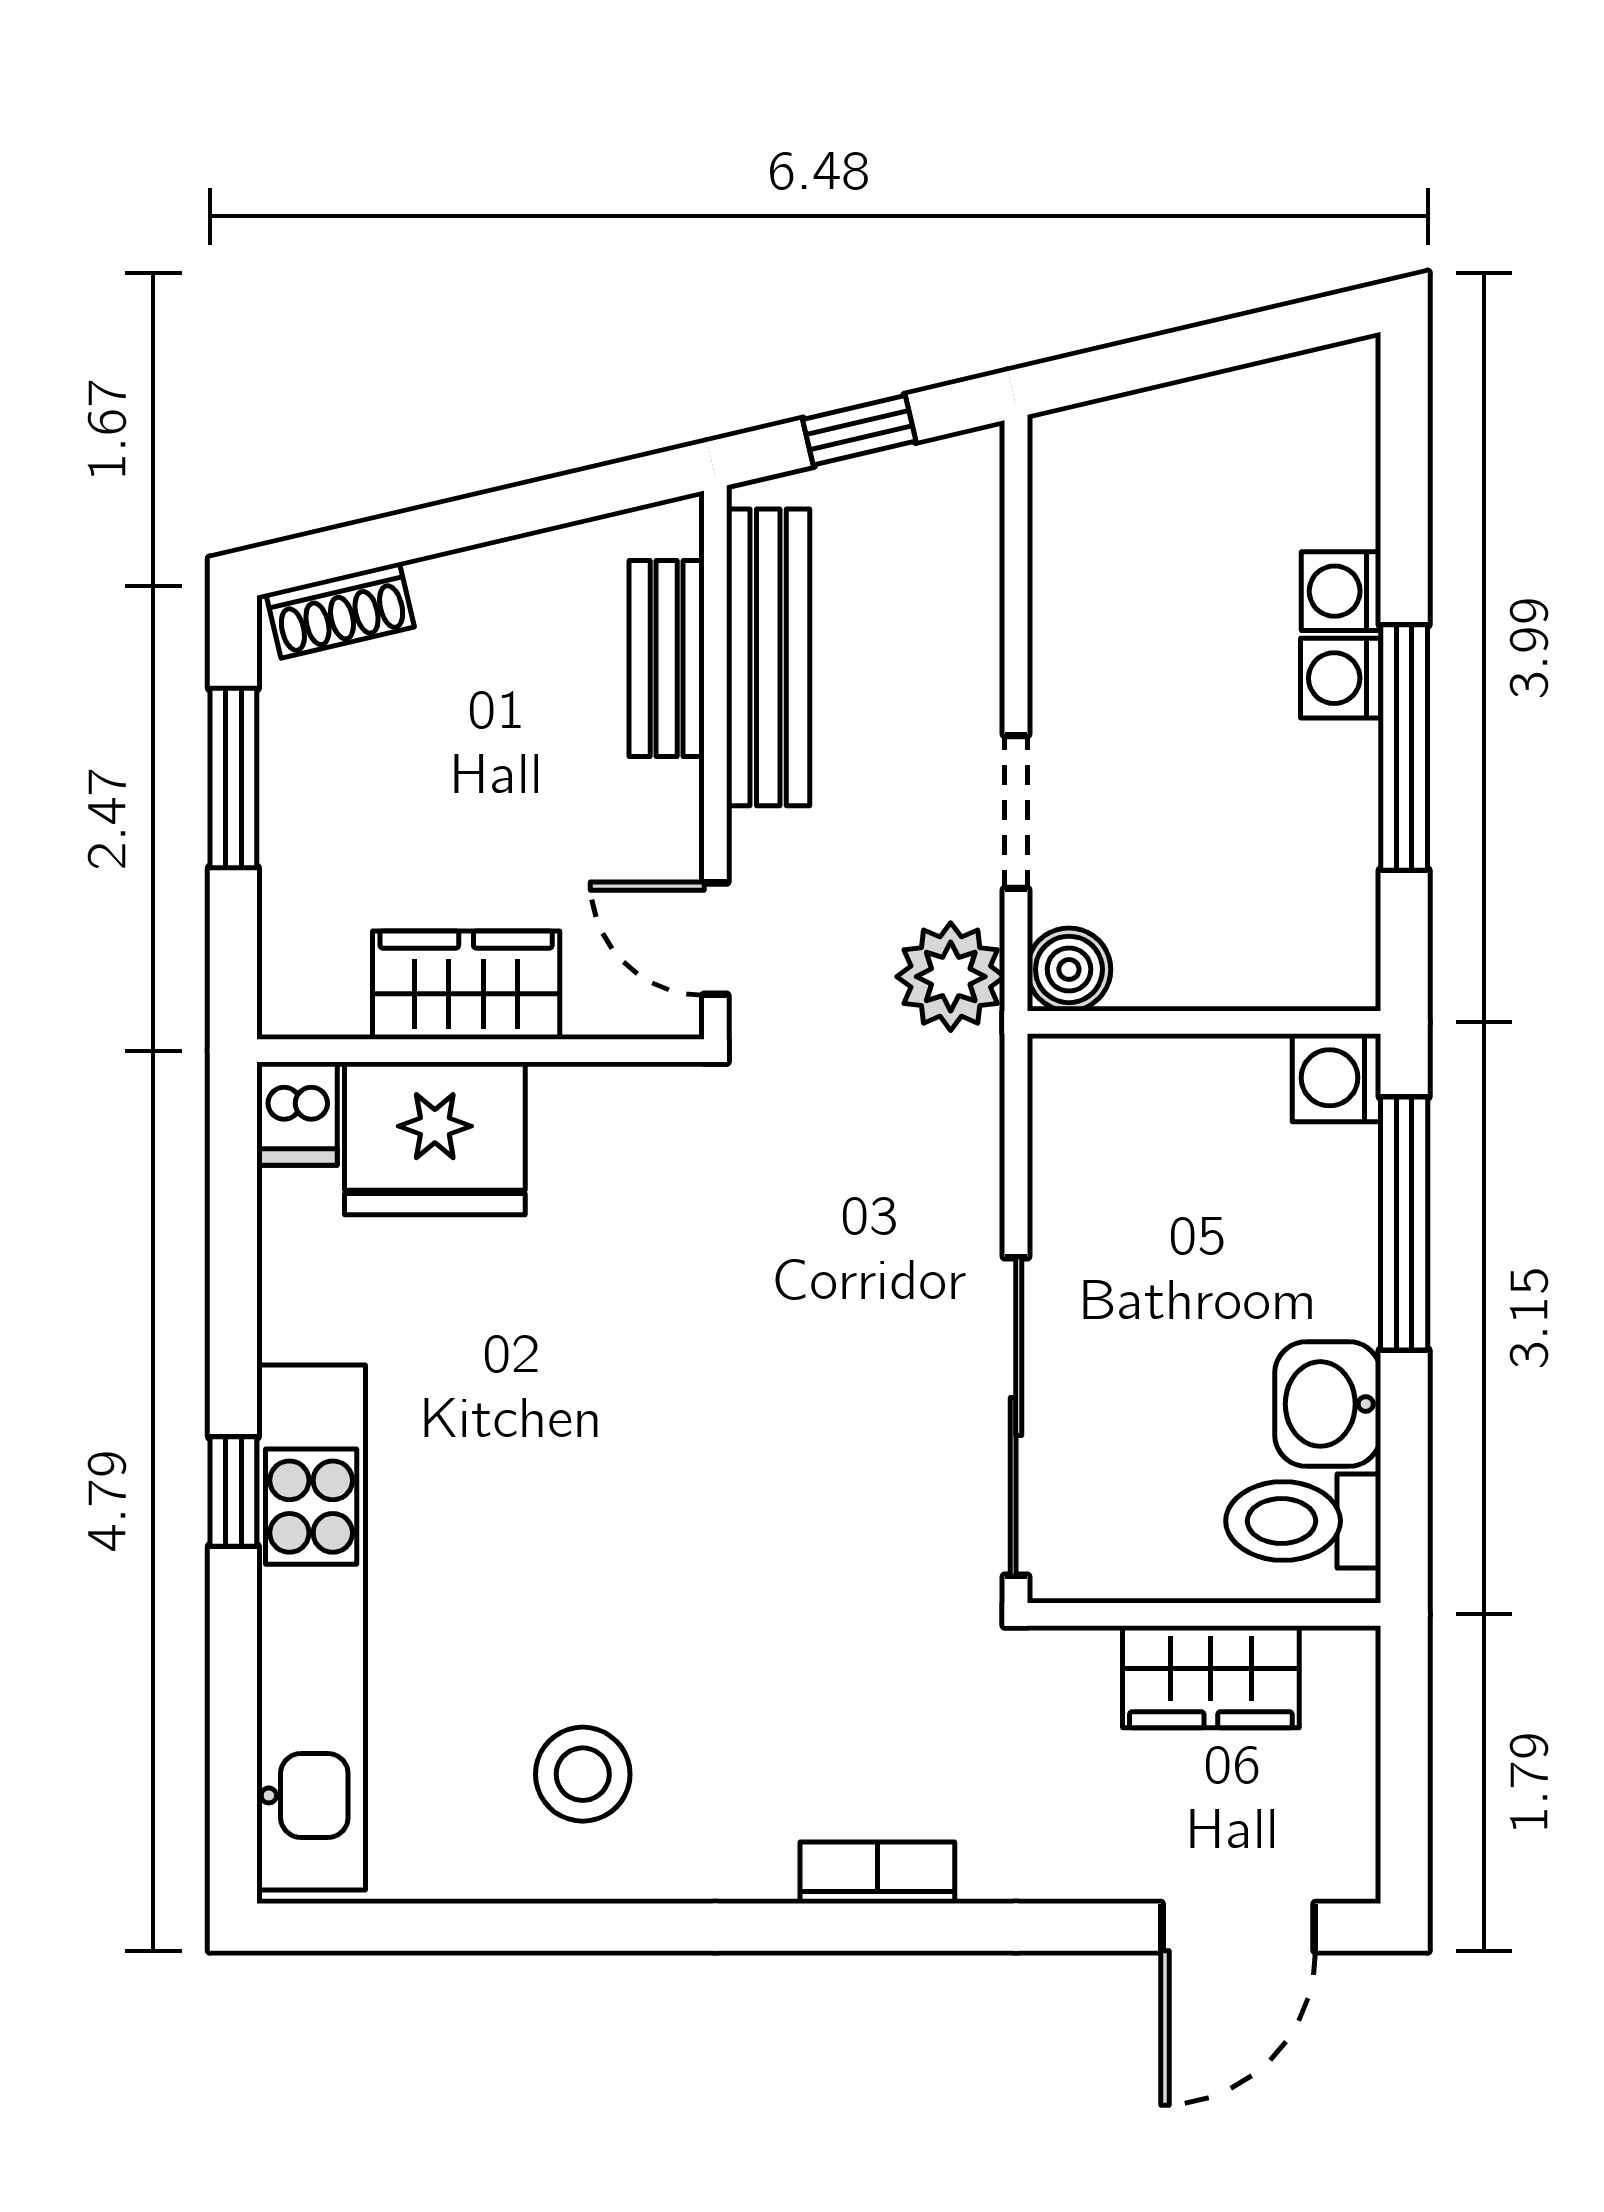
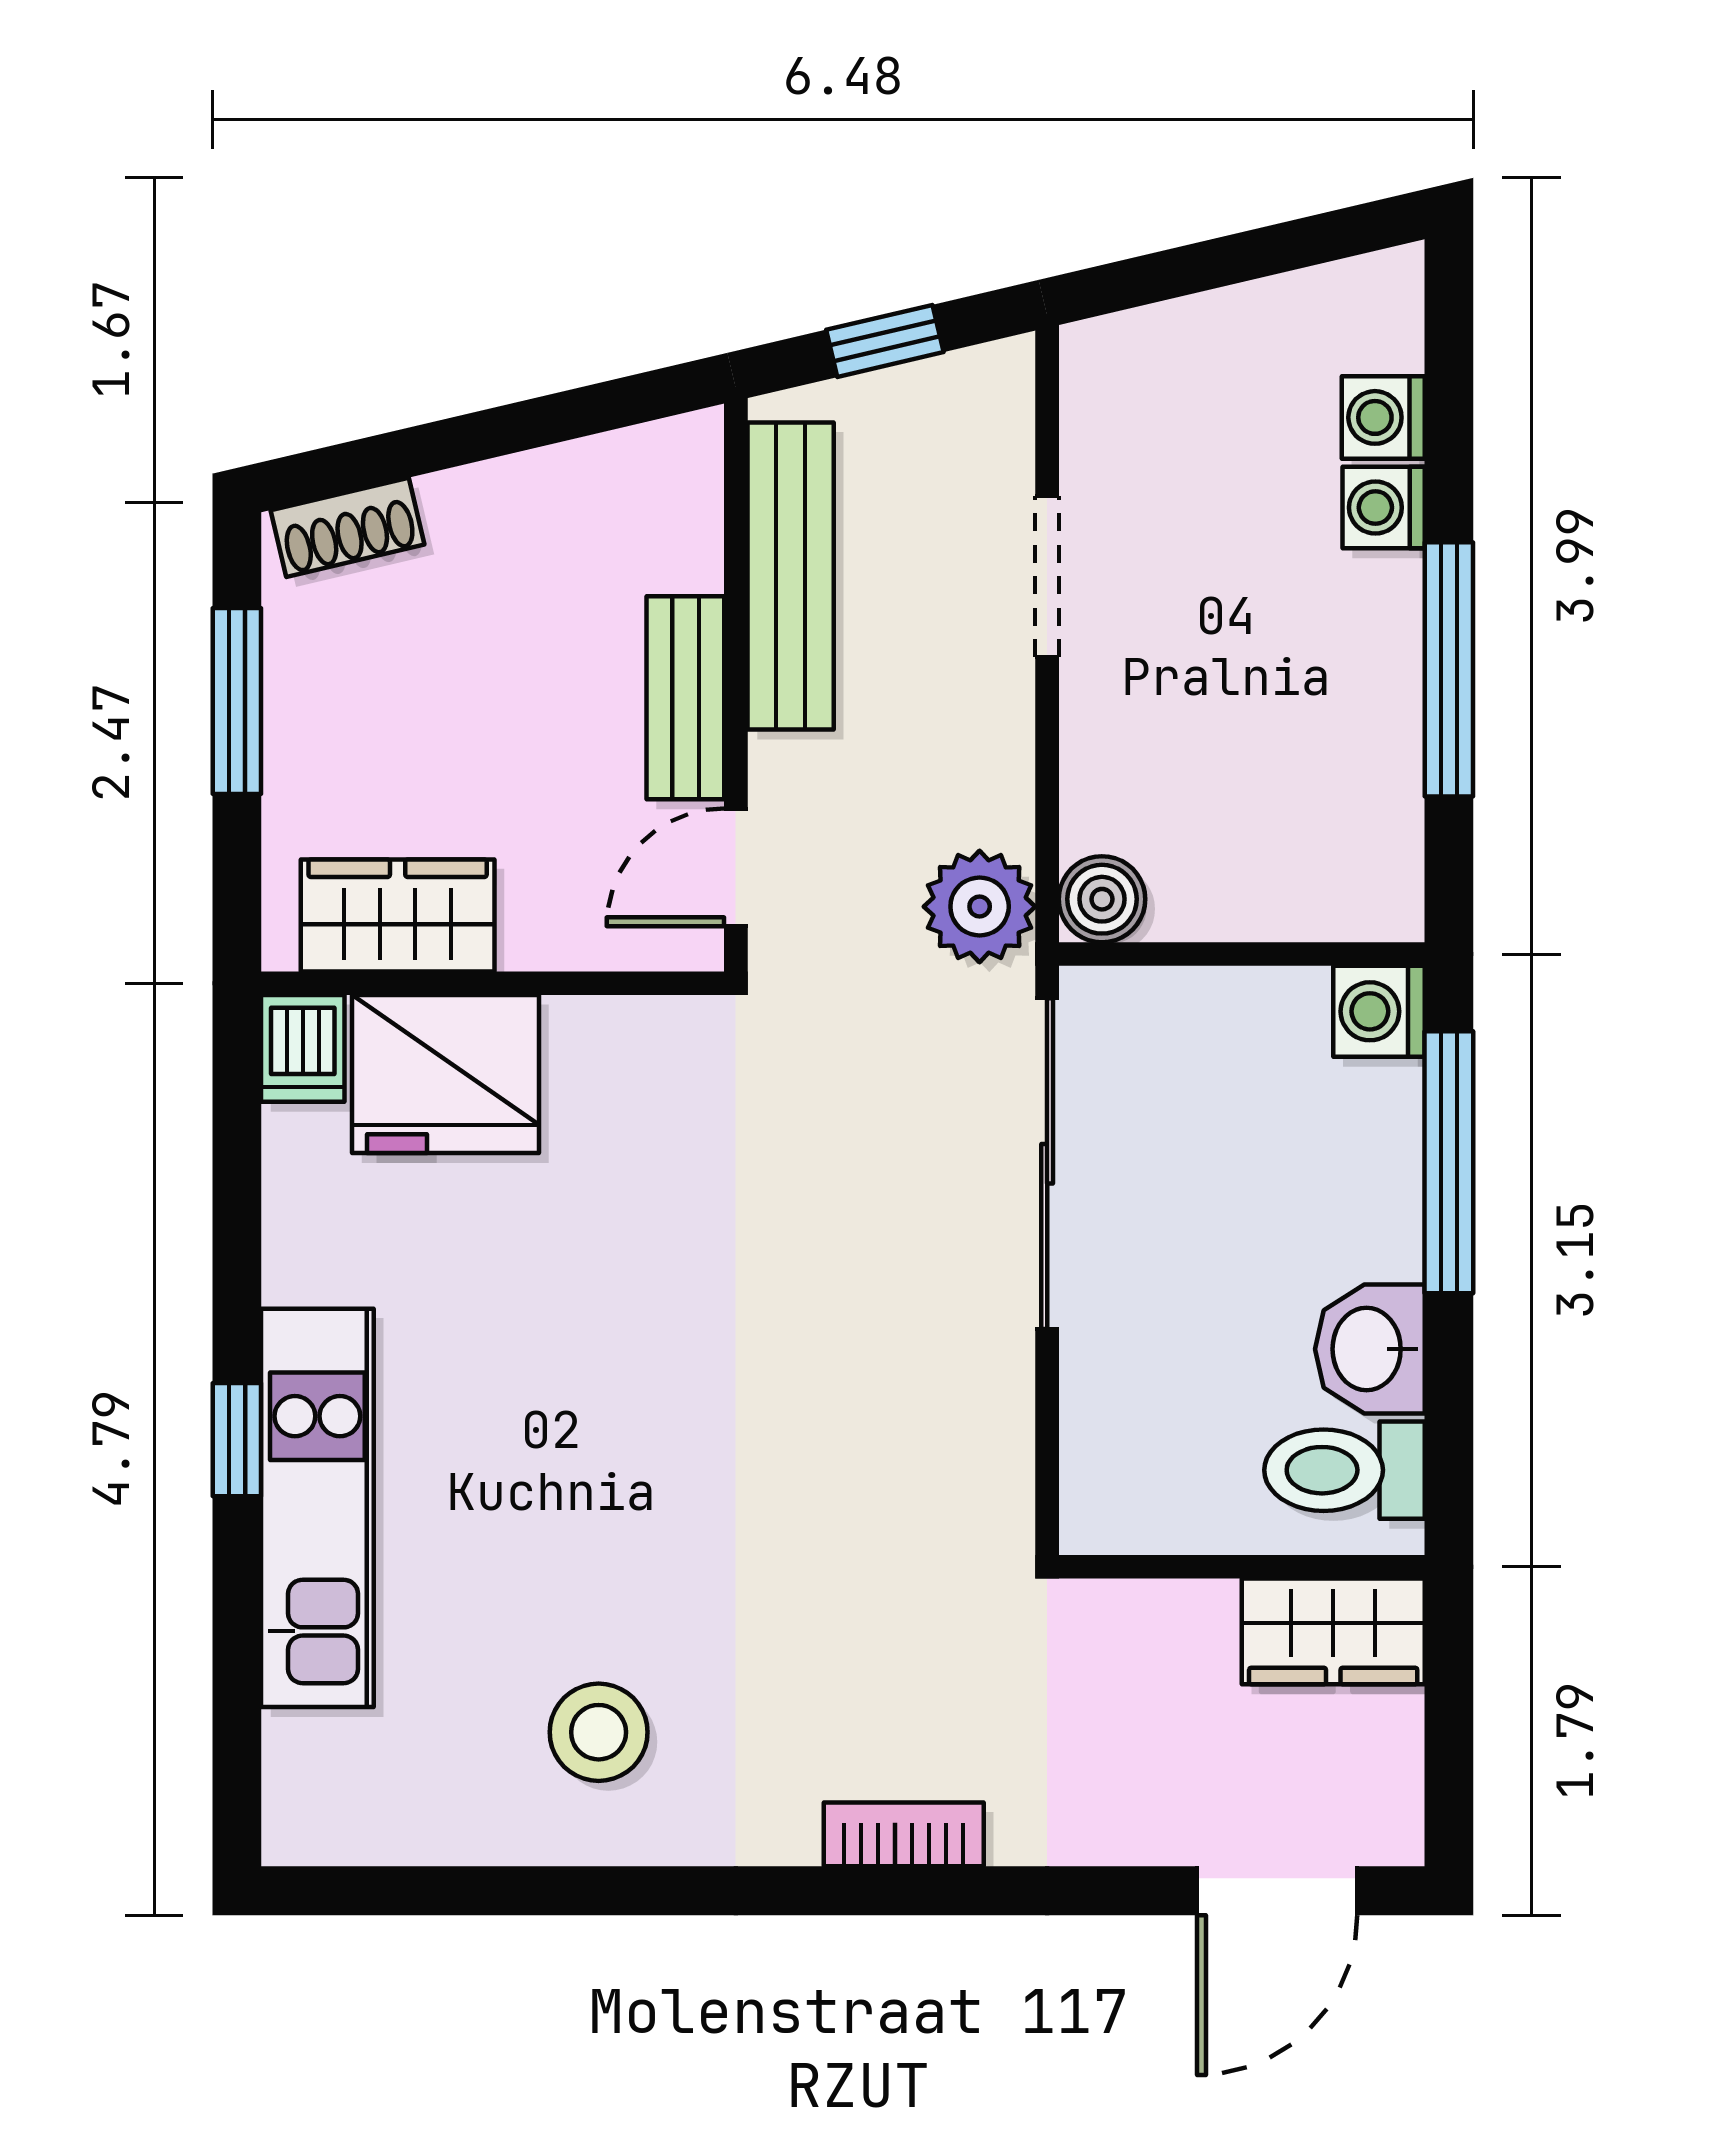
bench: (667, 658) -> (685, 698), moved
washing machine: (1341, 678) -> (1383, 417), moved
doorway: (1016, 812) -> (1047, 577), moved
door: (715, 939) -> (736, 867), hinge flipped
wardrobe: (466, 985) -> (398, 915), moved
sliding door: (1016, 1417) -> (1047, 1164), moved
kitchen unit: (311, 1627) -> (317, 1508), width x0.73
wardrobe: (1211, 1677) -> (1333, 1631), moved

